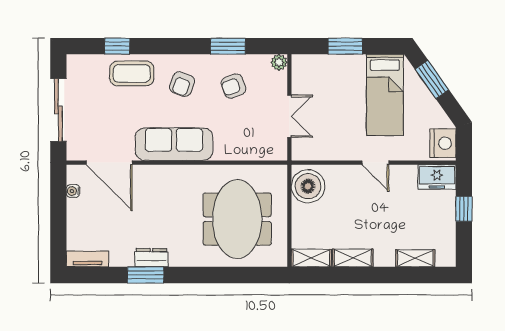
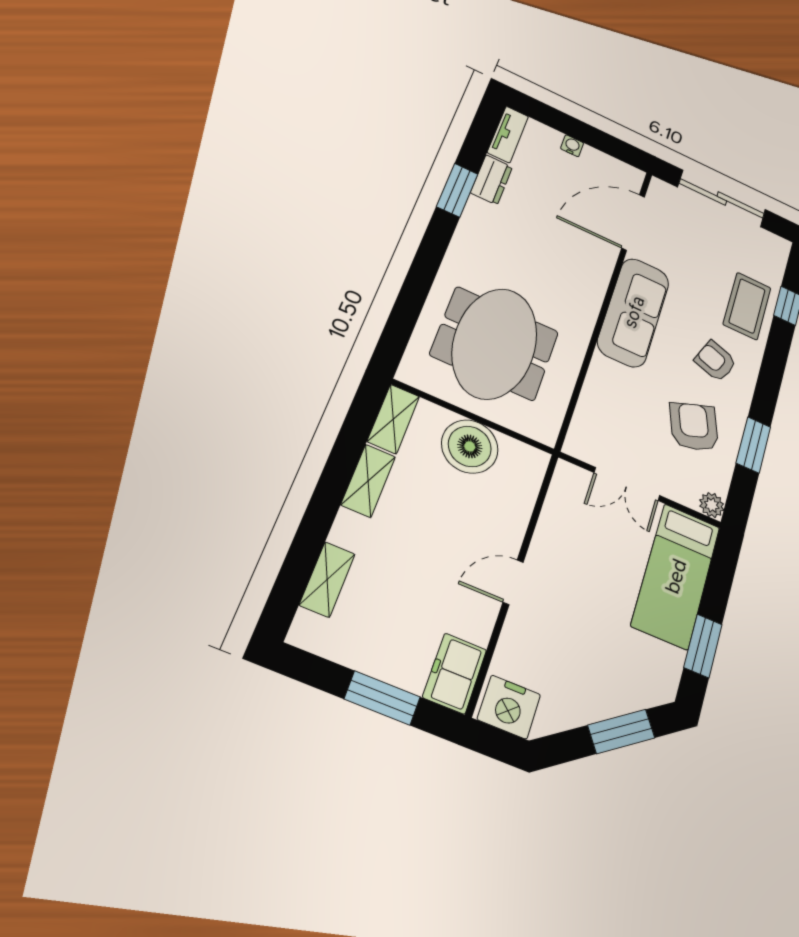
window: (345, 46) -> (703, 646), moved
armchair: (233, 86) -> (694, 427), width x1.38, depth x1.38
bed: (385, 95) -> (676, 576), moved, turned -90
boiler: (308, 186) -> (470, 446), moved
water cooler: (73, 191) -> (572, 146), moved
window: (464, 209) -> (382, 698), width x1.50
meeting table: (237, 219) -> (495, 343), turned 90
dresser: (151, 258) -> (492, 180), moved

